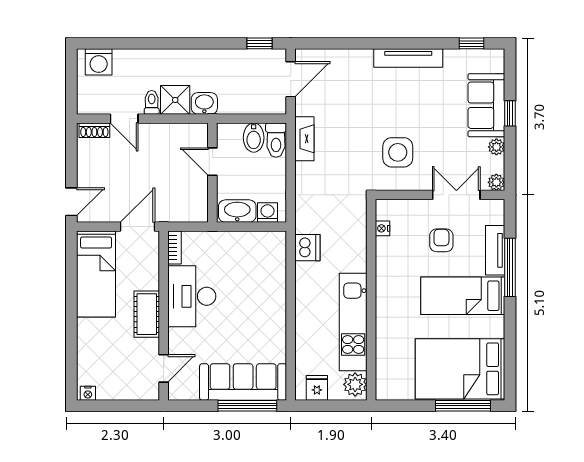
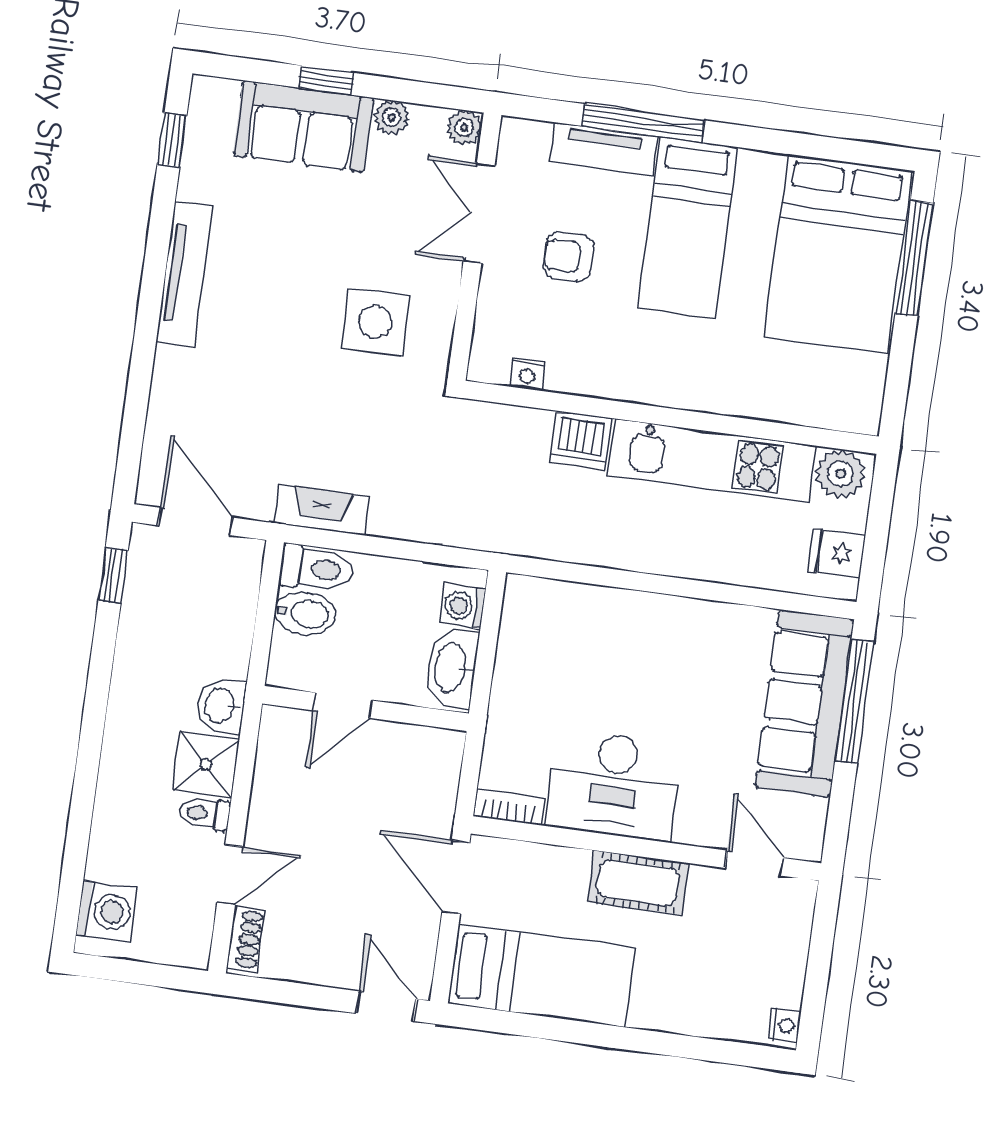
dishwasher: (307, 248) -> (580, 440), moved, turned 180

